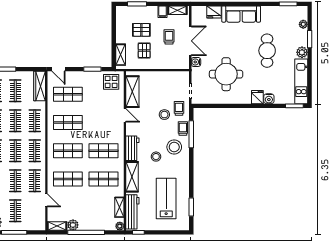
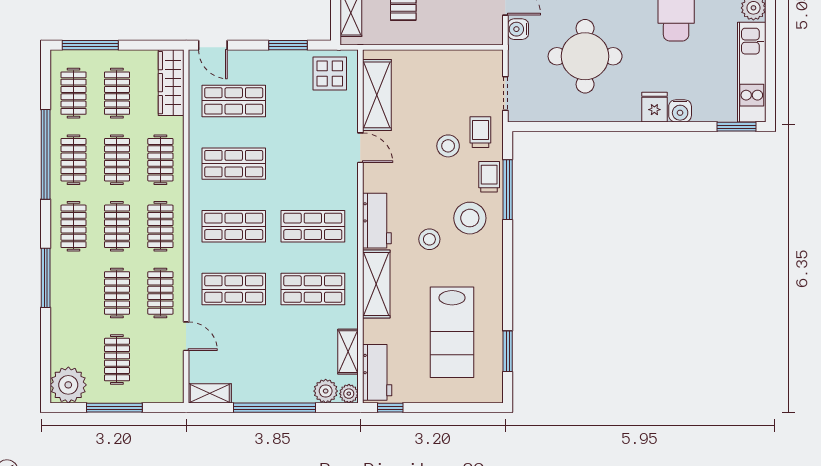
lab bench: (166, 198) -> (452, 332), turned 180
workbench: (132, 212) -> (377, 372), width x0.73
plant: (73, 225) -> (326, 391), moved

